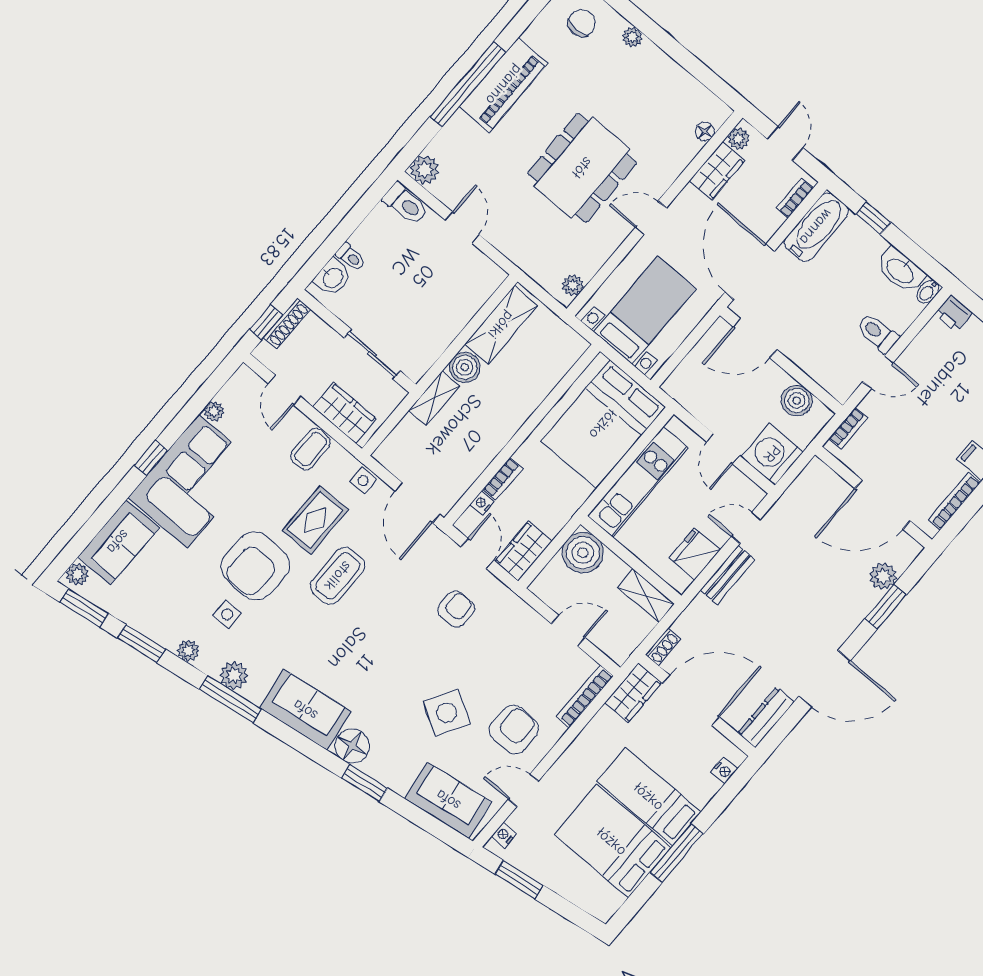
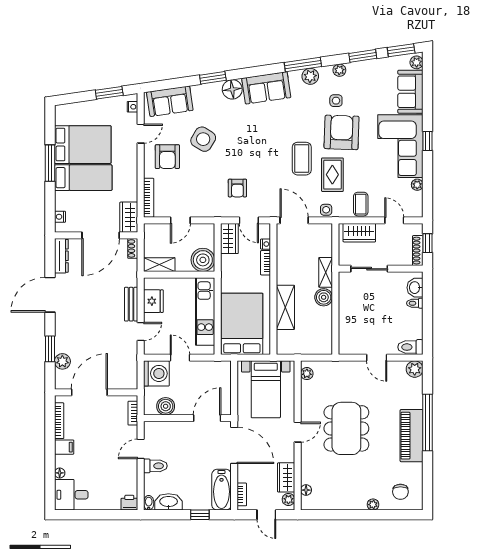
shelving: (501, 325) -> (285, 307), moved

